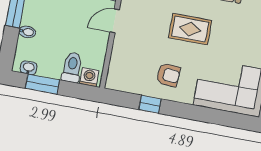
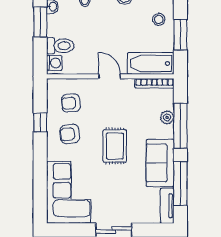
armchair: (135, 68) -> (71, 103), added
armchair: (168, 75) -> (70, 134), turned 79

